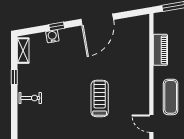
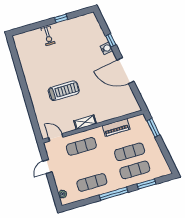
water cooler: (52, 36) -> (106, 48), moved
shelving: (23, 51) -> (85, 122), moved
door: (151, 124) -> (56, 137), hinge flipped

